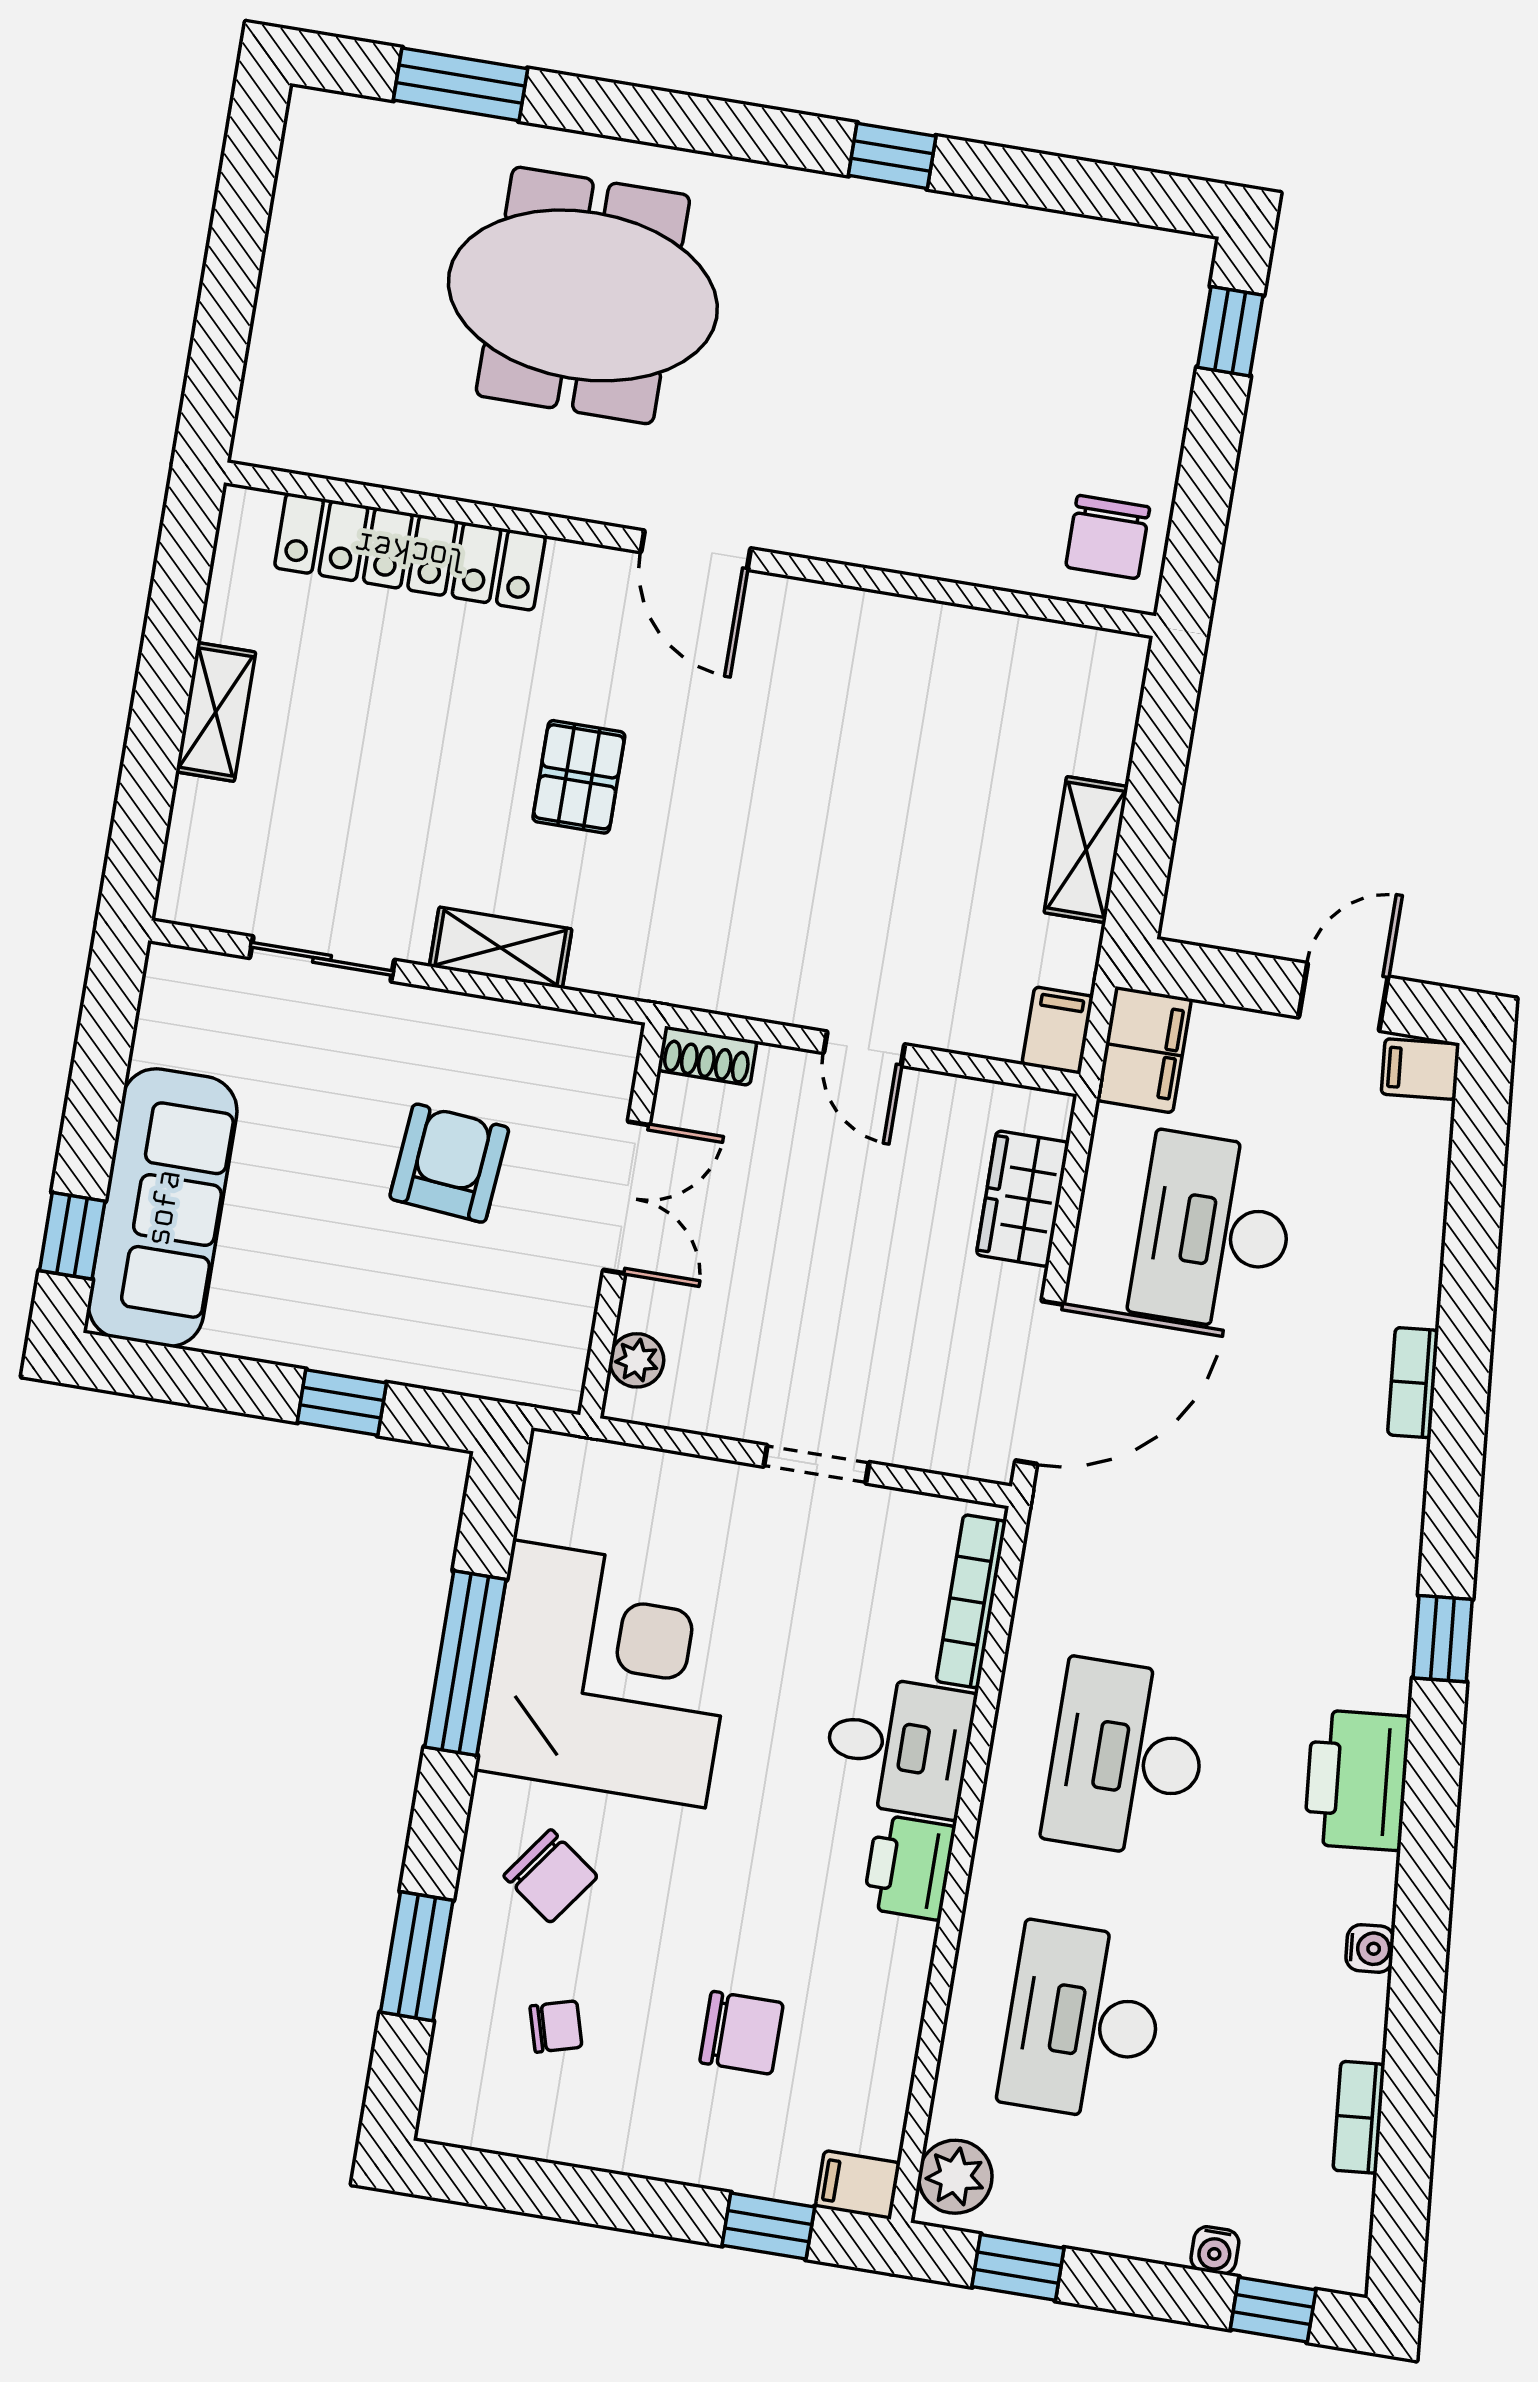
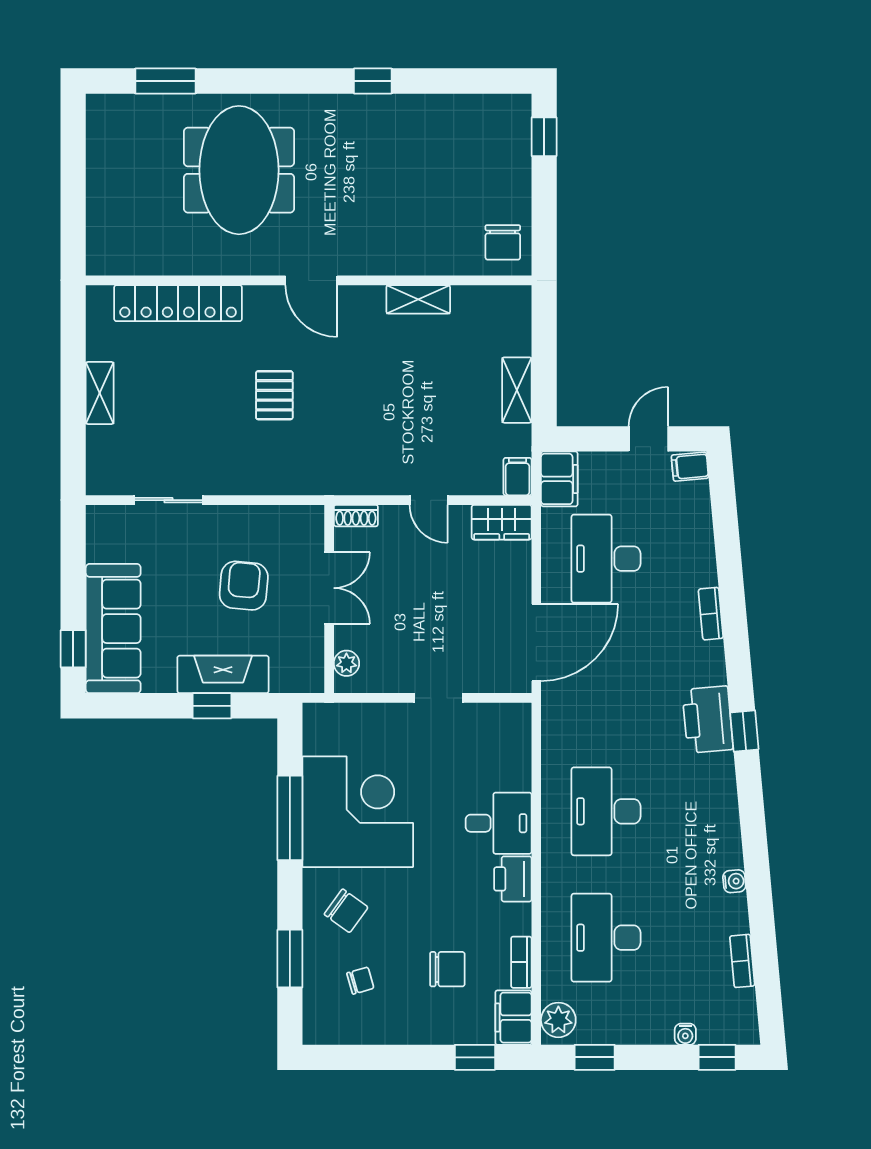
meeting table: (583, 295) -> (239, 170), turned 90
shelving: (501, 948) -> (418, 299), moved
wardrobe: (1023, 1199) -> (502, 522), moved, turned -90
fireplace: (376, 1341) -> (223, 674), added
bookcase: (971, 1601) -> (521, 962), moved, width x0.64
printer: (1357, 1780) -> (708, 720), moved
filing cabinet: (858, 2185) -> (513, 1018), width x2.00

